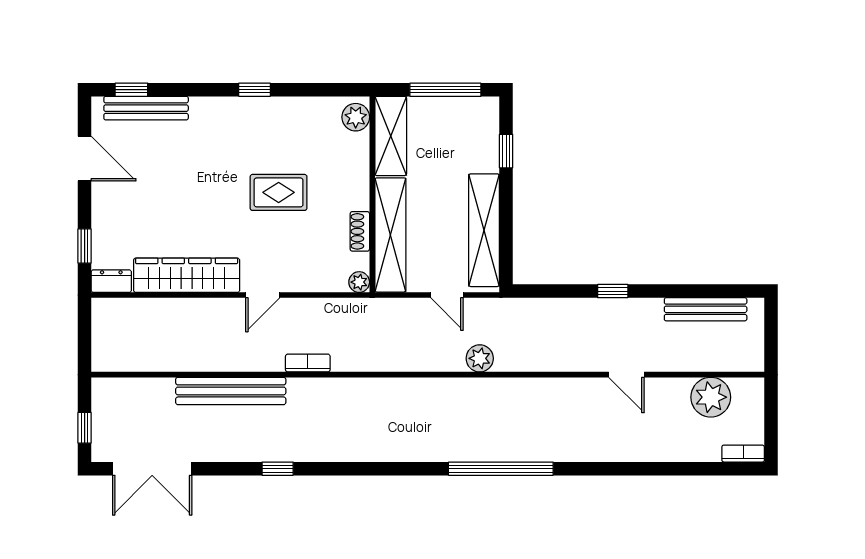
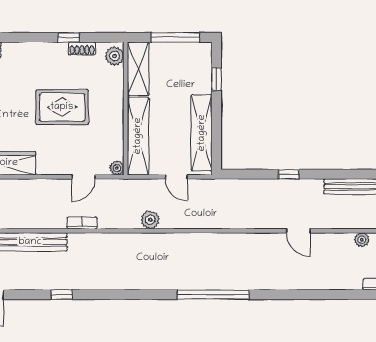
window: (255, 90) -> (68, 37), moved
rug: (279, 192) -> (62, 107), width x1.36, depth x1.43
shoe rack: (360, 231) -> (82, 48), moved, turned -90
door: (263, 295) -> (83, 177), moved
plant: (480, 358) -> (150, 220), moved
plant: (711, 397) -> (362, 240), width x0.53, depth x0.53

